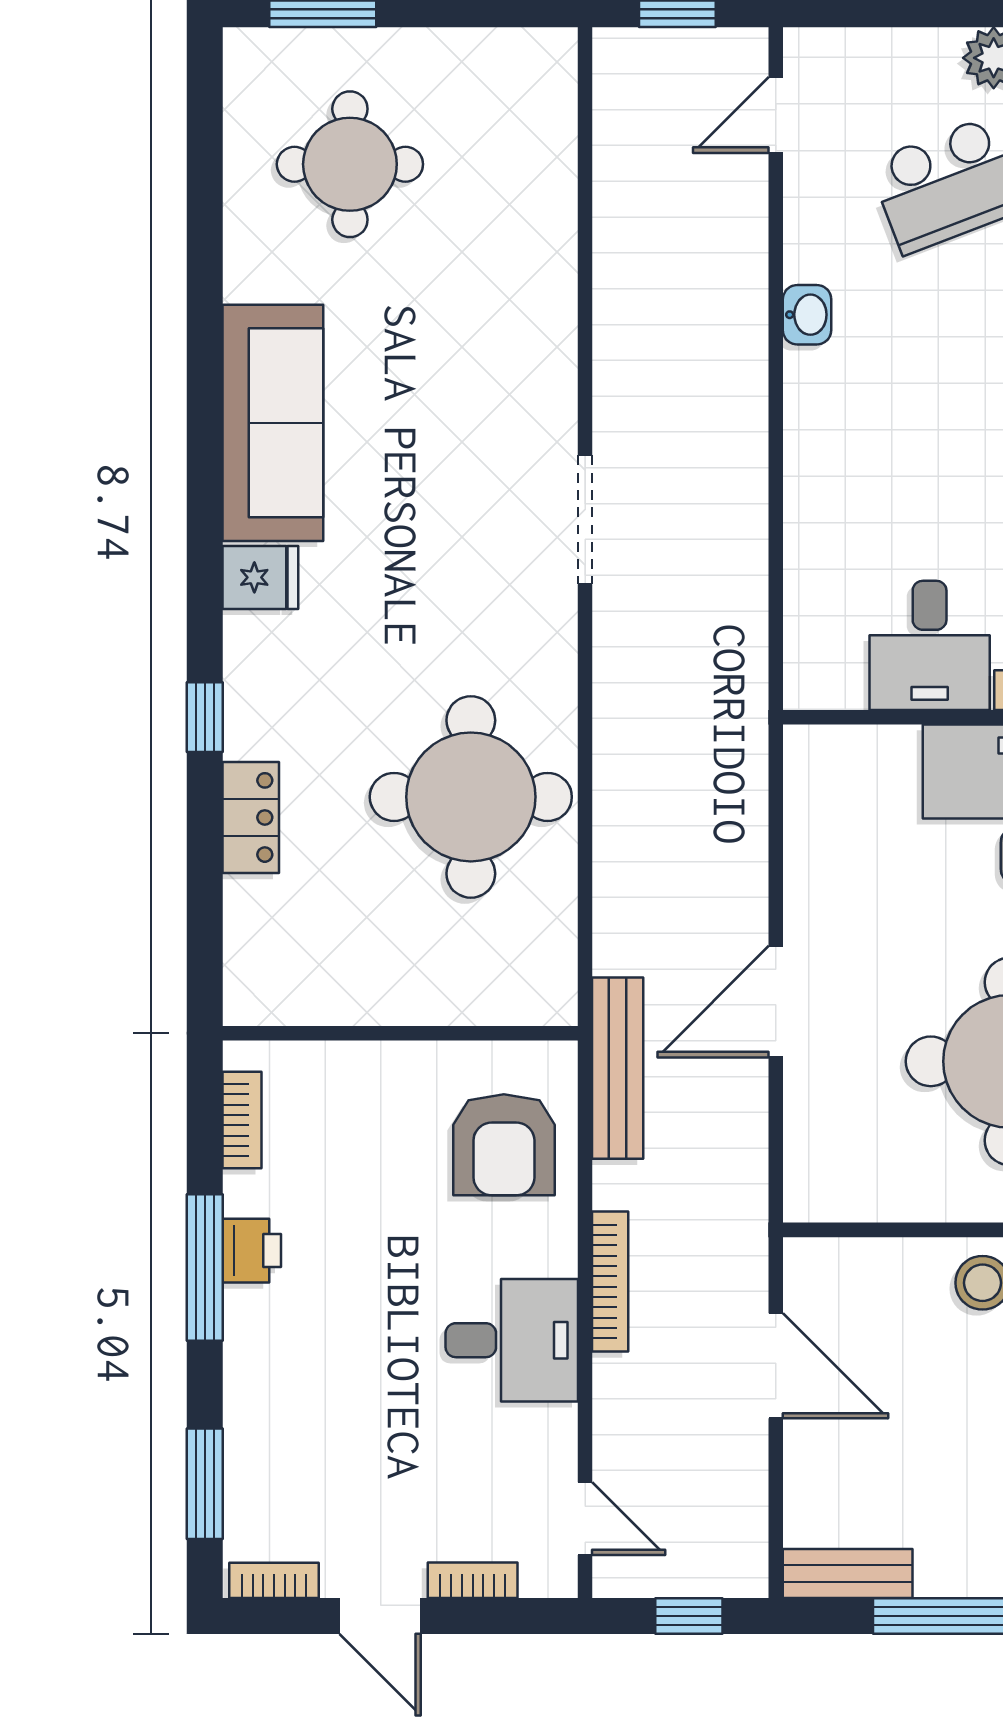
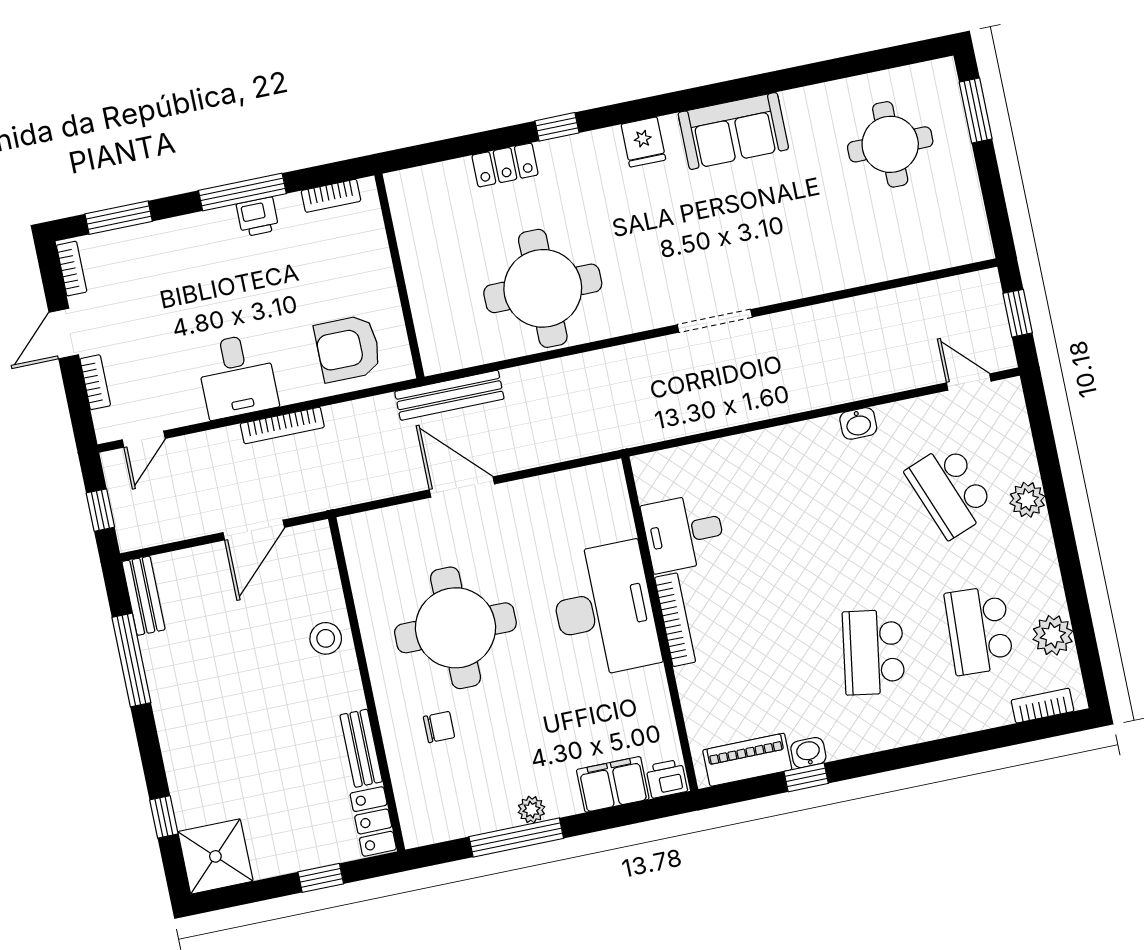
sofa: (273, 423) -> (733, 131), width x0.73
bench: (618, 1068) -> (449, 395), moved

